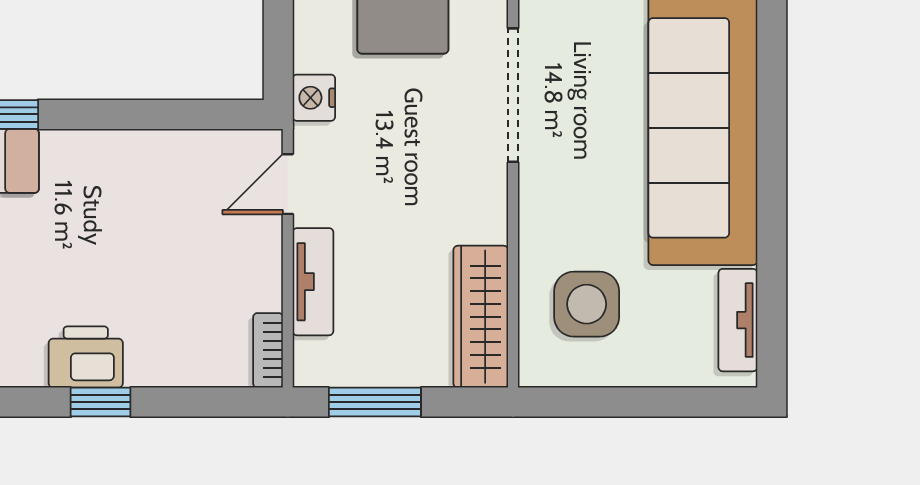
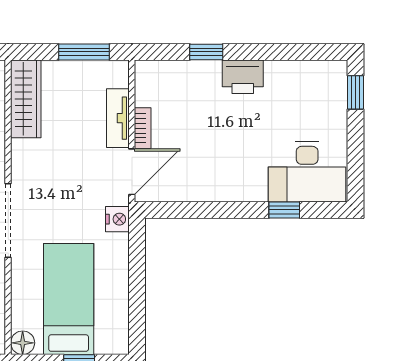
door: (288, 184) -> (132, 172), width x1.38
bookcase: (268, 350) -> (143, 128), moved
window: (101, 402) -> (206, 52), moved

